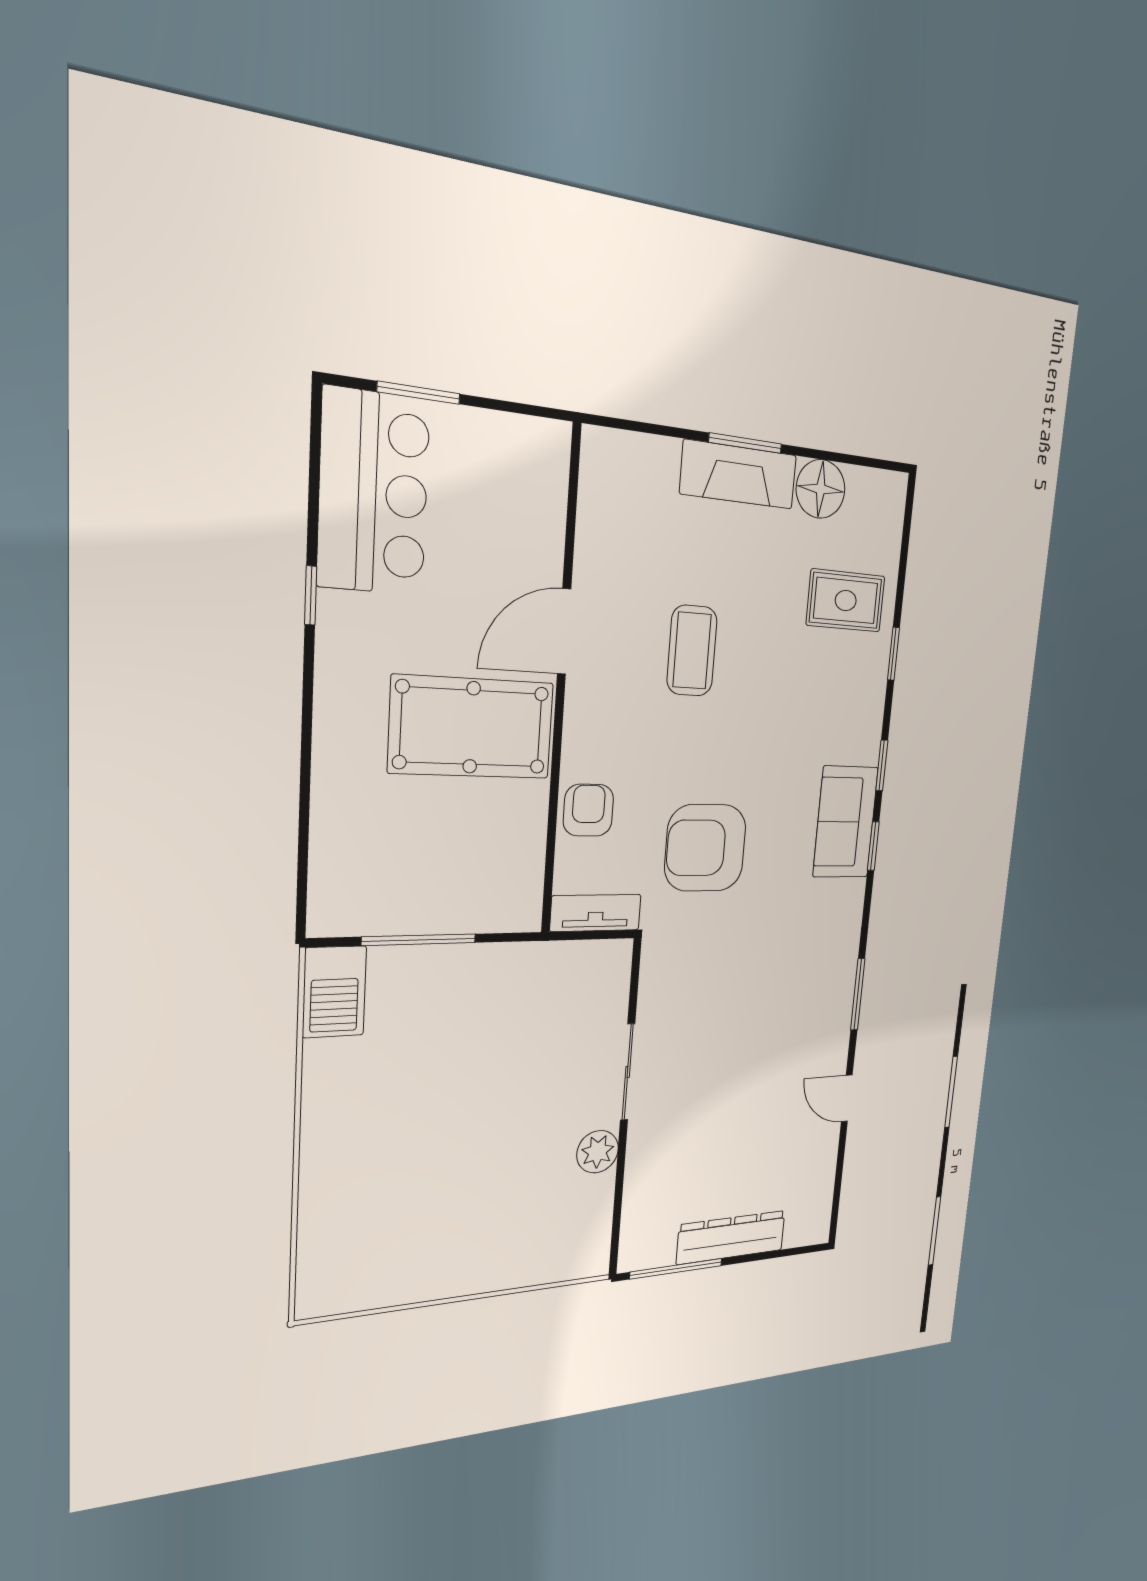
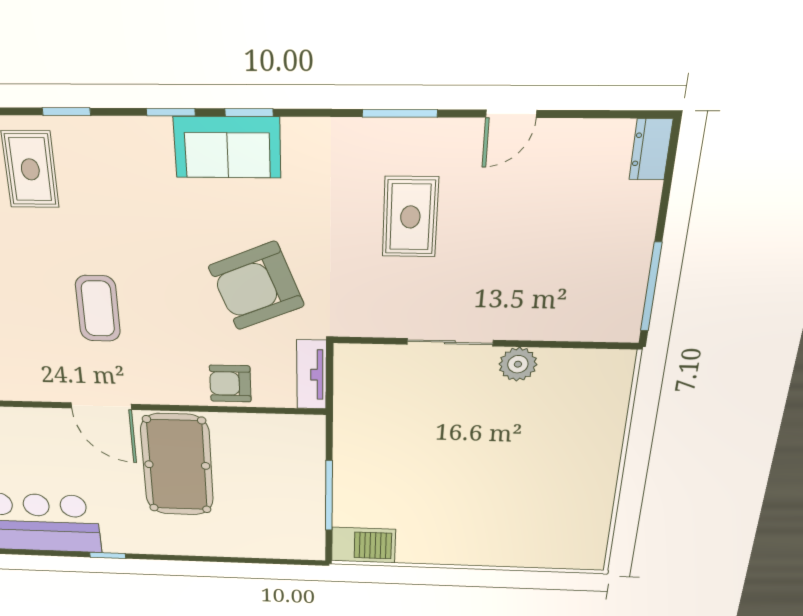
coffee table: (692, 651) -> (98, 309), turned 90
armchair: (705, 848) -> (256, 286), turned 68
rug: (764, 1014) -> (410, 217), added
dresser: (731, 1237) -> (651, 150), moved, width x0.51, depth x0.80

